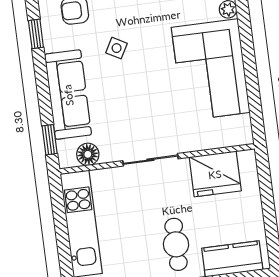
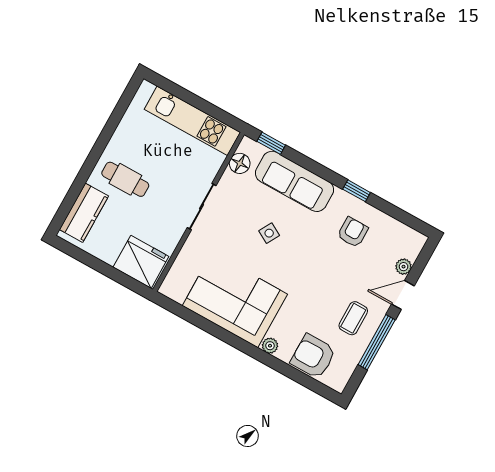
side table: (117, 48) -> (269, 233), moved
fridge: (215, 174) -> (141, 262), moved, turned 90

